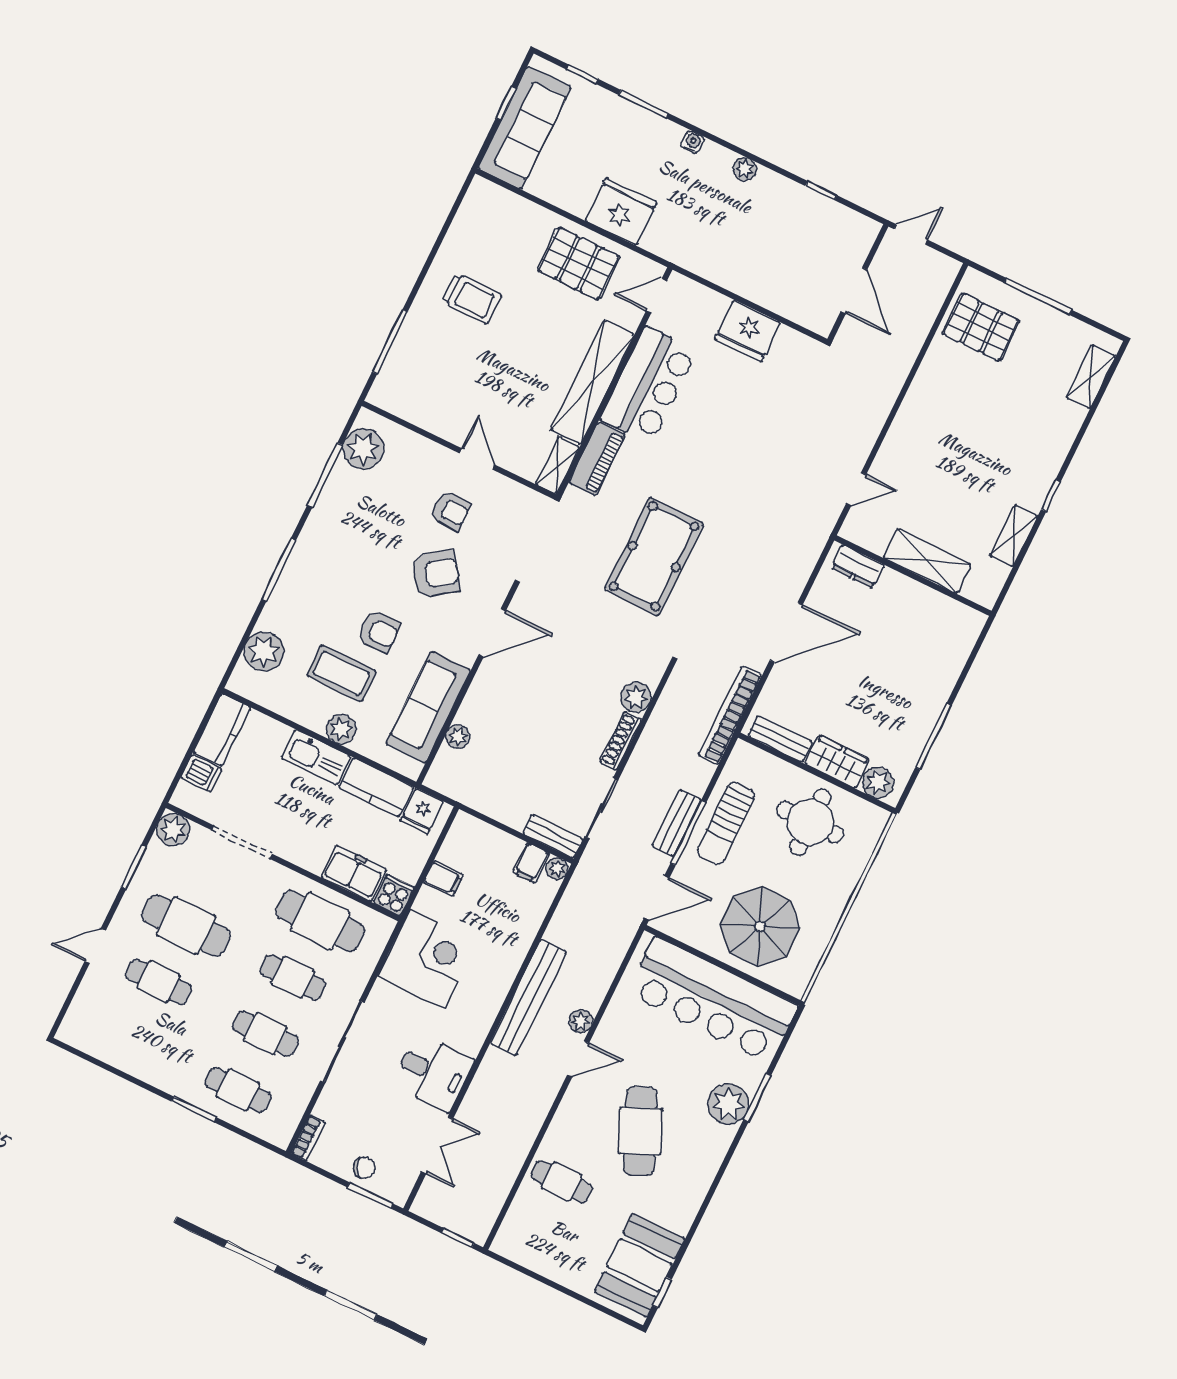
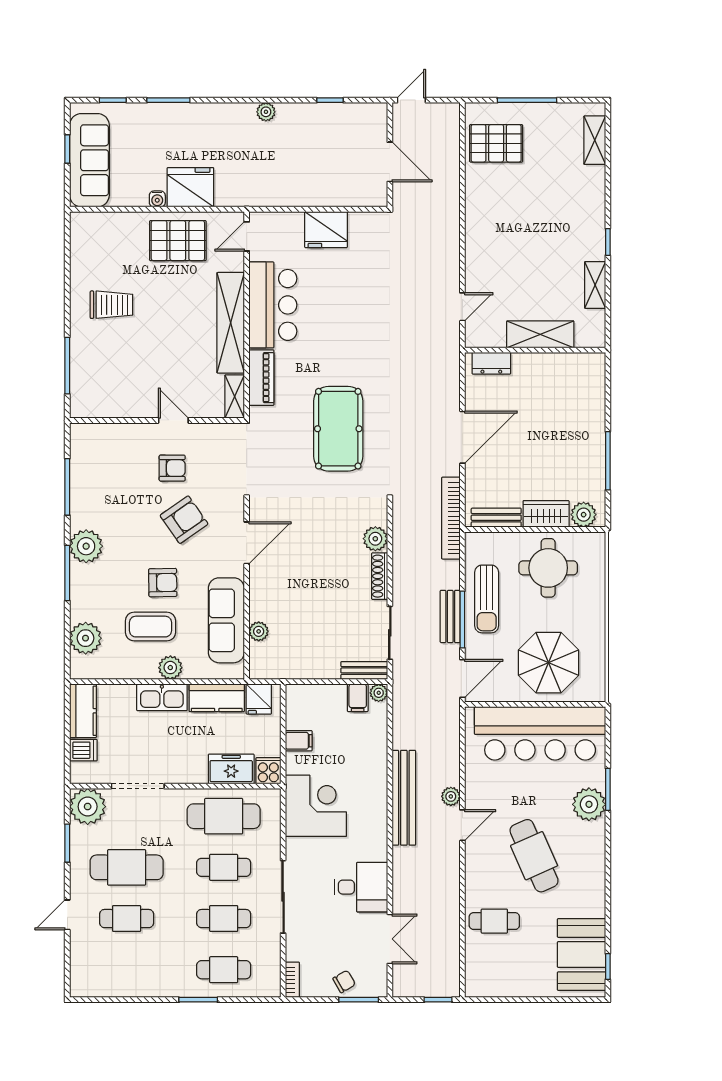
water cooler: (693, 142) -> (157, 199), moved, turned 180
plant: (363, 449) -> (86, 546), moved
plant: (173, 830) -> (88, 807), width x1.36, depth x1.36

